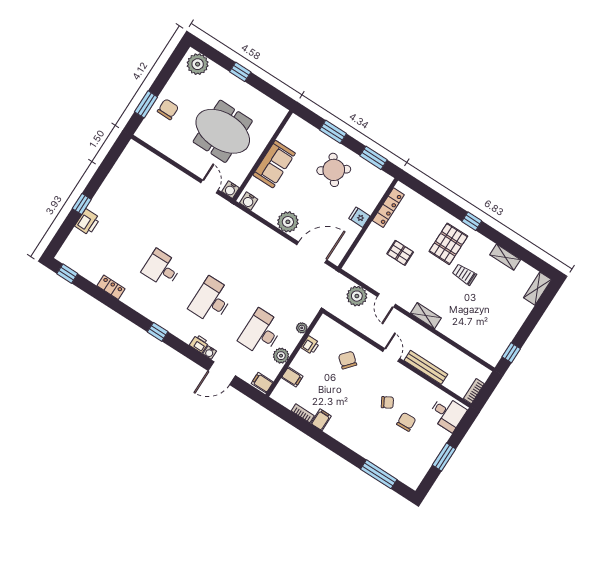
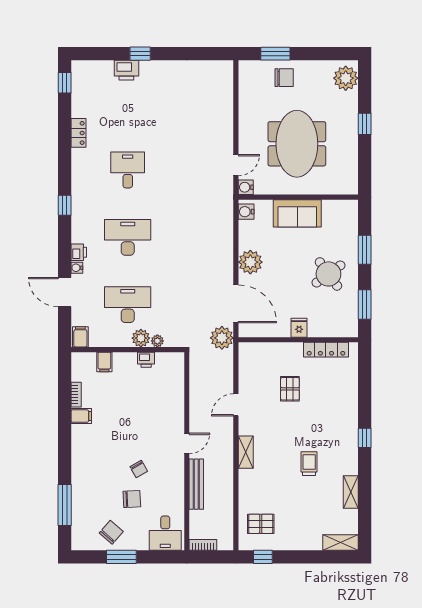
pallet: (448, 244) -> (261, 524), moved, width x0.67, depth x0.71
plant: (357, 296) -> (222, 338), moved
plant: (281, 356) -> (141, 338), moved
chair: (348, 360) -> (111, 532), moved

